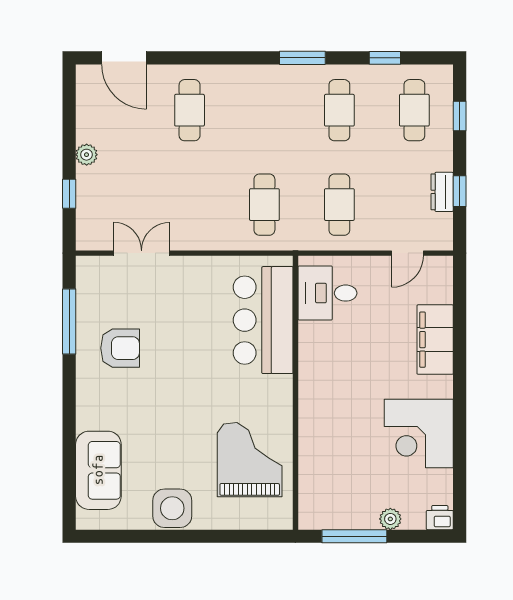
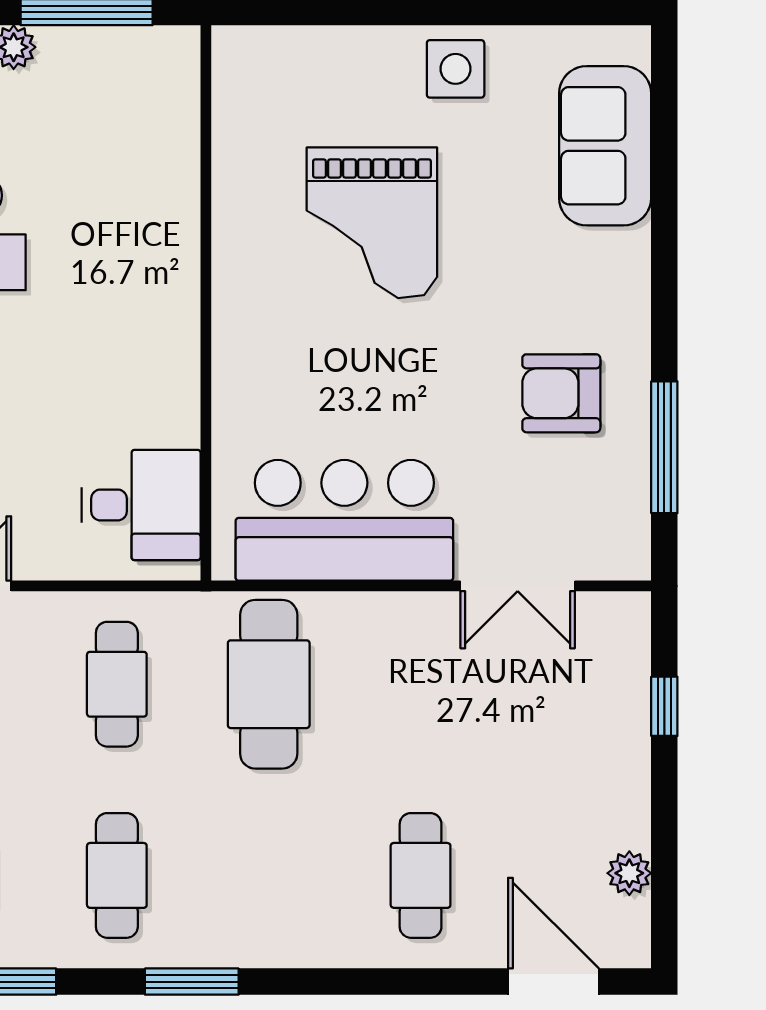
plant: (87, 155) -> (629, 873), moved
cafe table: (264, 205) -> (269, 684), width x1.37, depth x1.35
bar counter: (263, 320) -> (344, 520), moved, turned -90
grand piano: (250, 460) -> (372, 223), moved
side table: (172, 508) -> (456, 69), width x0.73, depth x0.73

